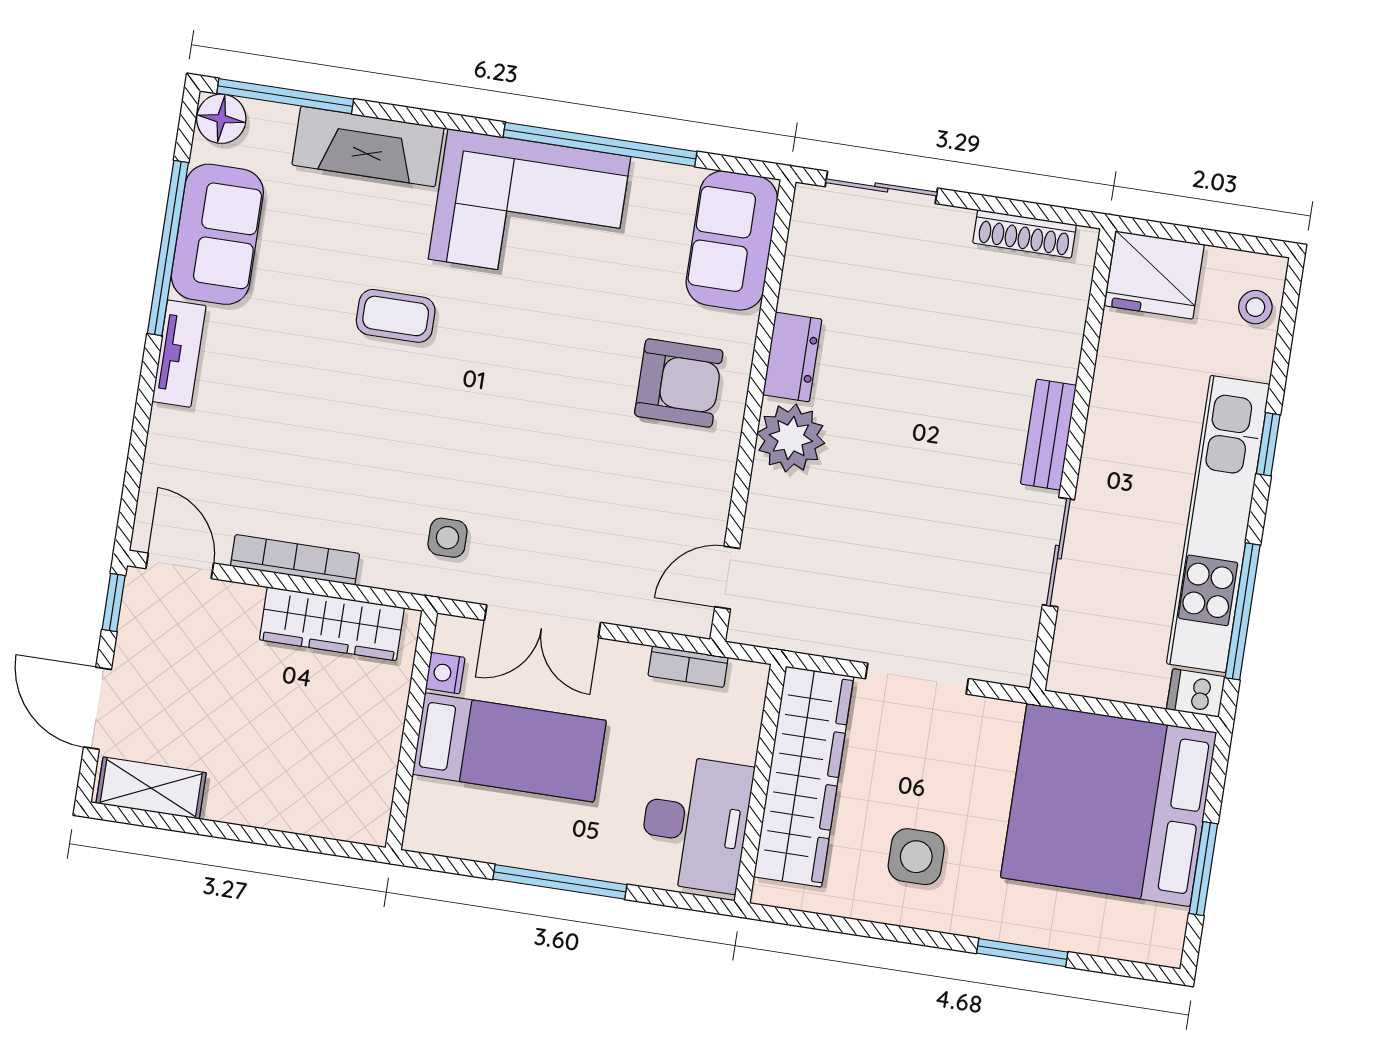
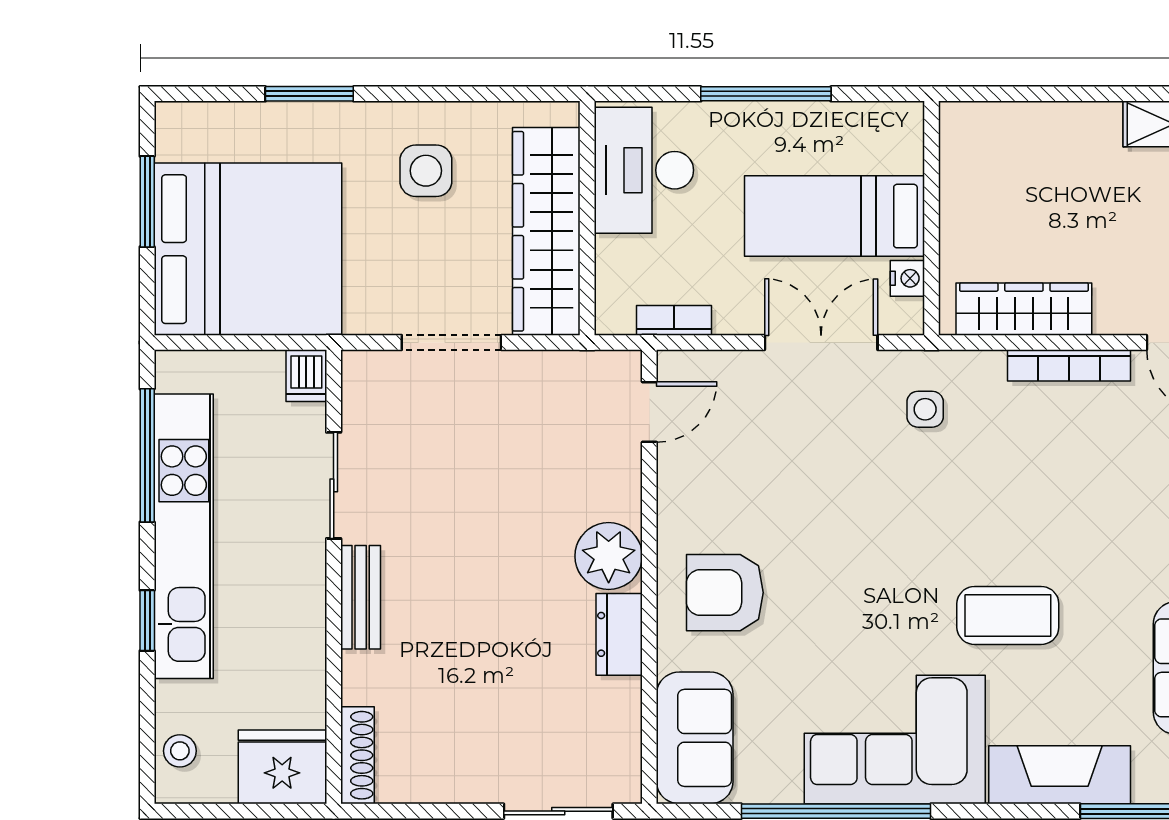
shoe rack: (1024, 234) -> (357, 755), moved, turned 90
coffee table: (396, 316) -> (1008, 615), width x1.36, depth x1.30
dishwasher: (1196, 693) -> (306, 376), moved, turned 90

